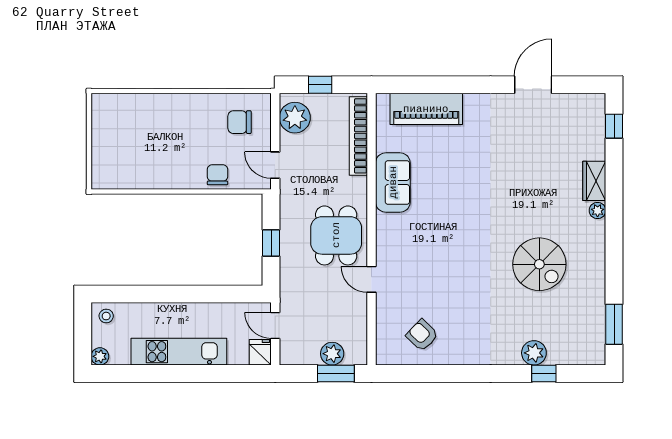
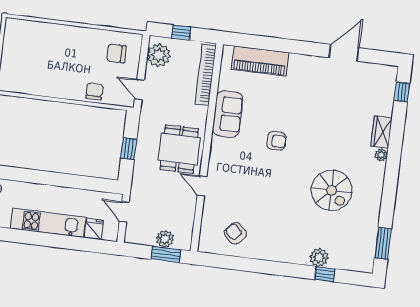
armchair: (460, 209) -> (276, 141), added
fridge: (260, 352) -> (94, 229), moved

